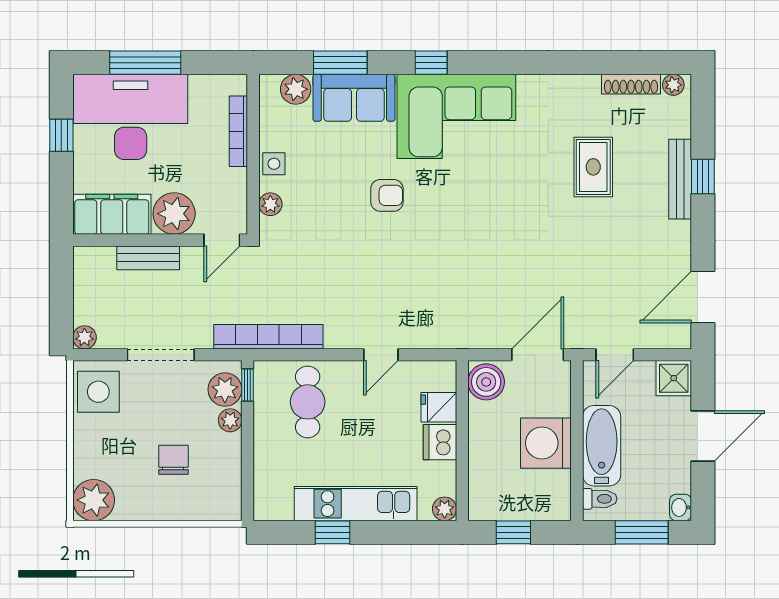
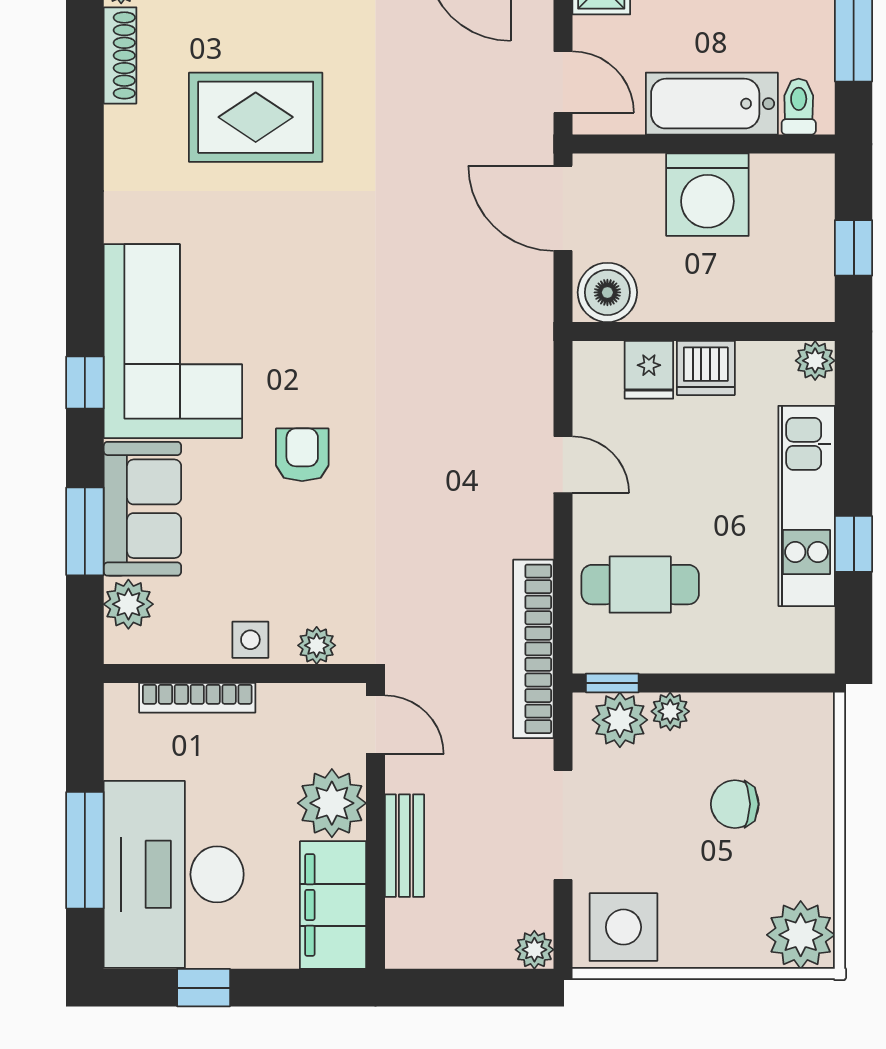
rug: (593, 167) -> (256, 117), width x1.36, depth x1.43

